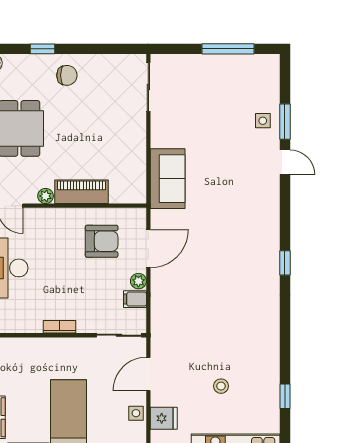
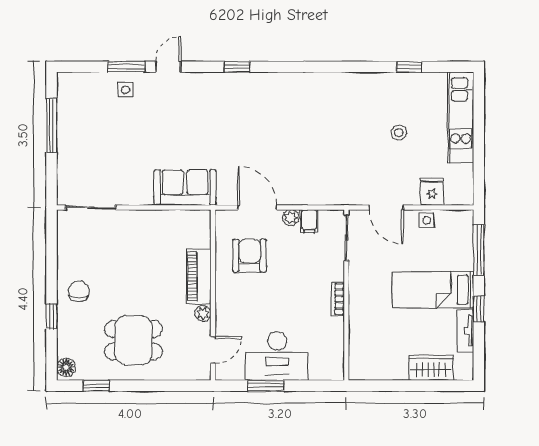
window: (285, 263) -> (237, 67), moved

